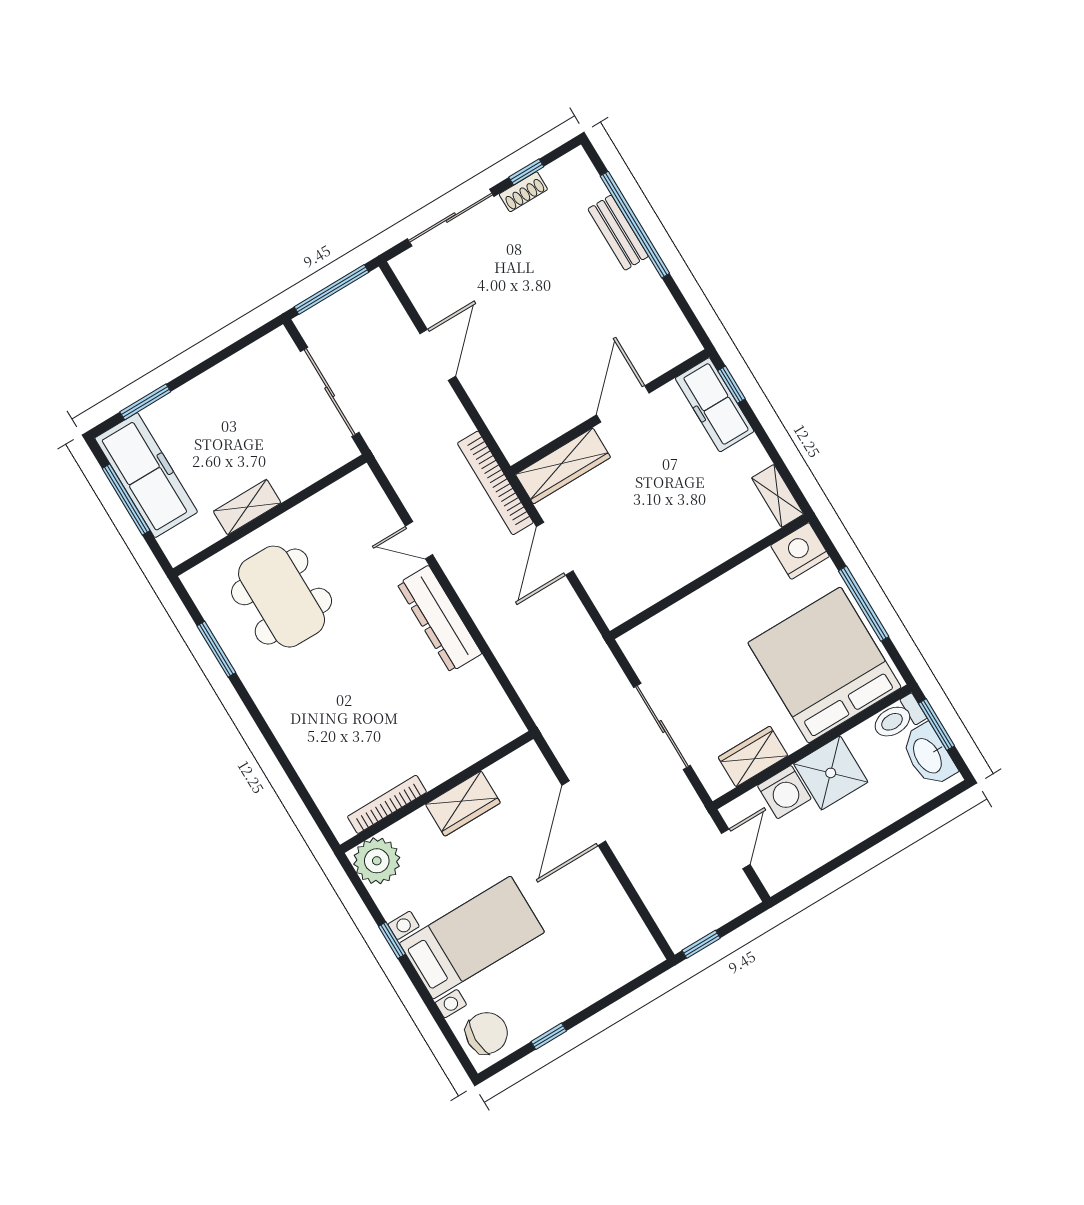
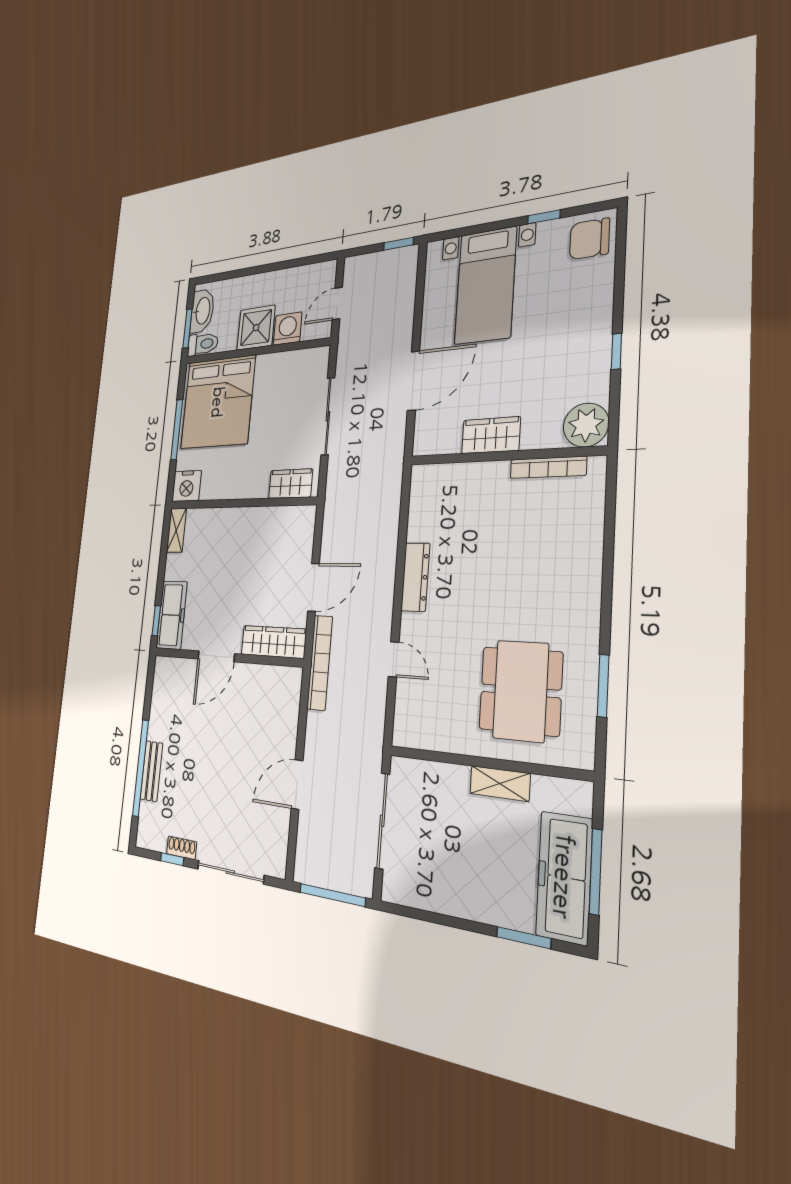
dresser: (439, 619) -> (415, 577), width x0.73, depth x0.80
wardrobe: (753, 756) -> (291, 484), moved, turned 180
bed with nightstands: (472, 938) -> (485, 286), moved, turned -90

